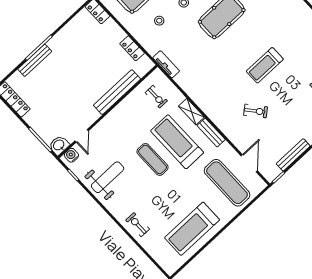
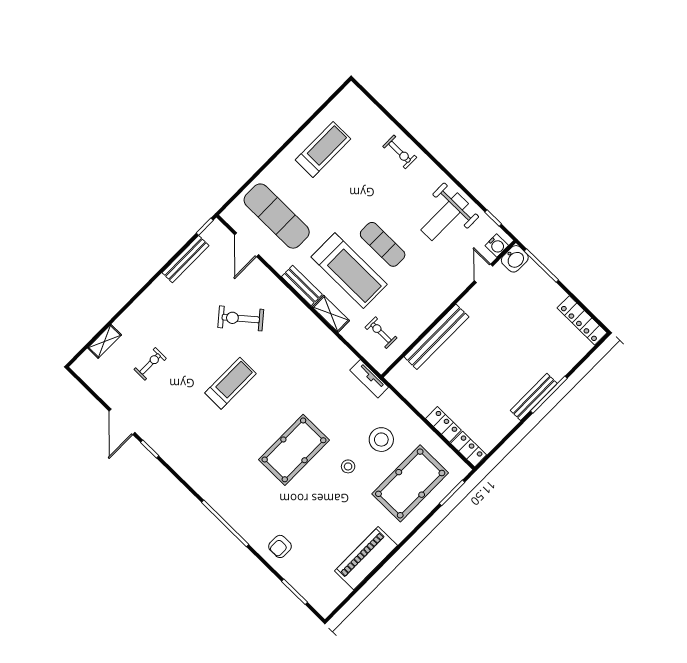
stool: (159, 21) -> (381, 440), width x1.89, depth x1.89
locker: (132, 48) -> (443, 424), moved
bench: (35, 60) -> (534, 397), moved
exercise bike: (256, 111) -> (241, 318), width x1.38, depth x1.39
treadmill: (192, 229) -> (323, 149), width x0.73, depth x0.73

